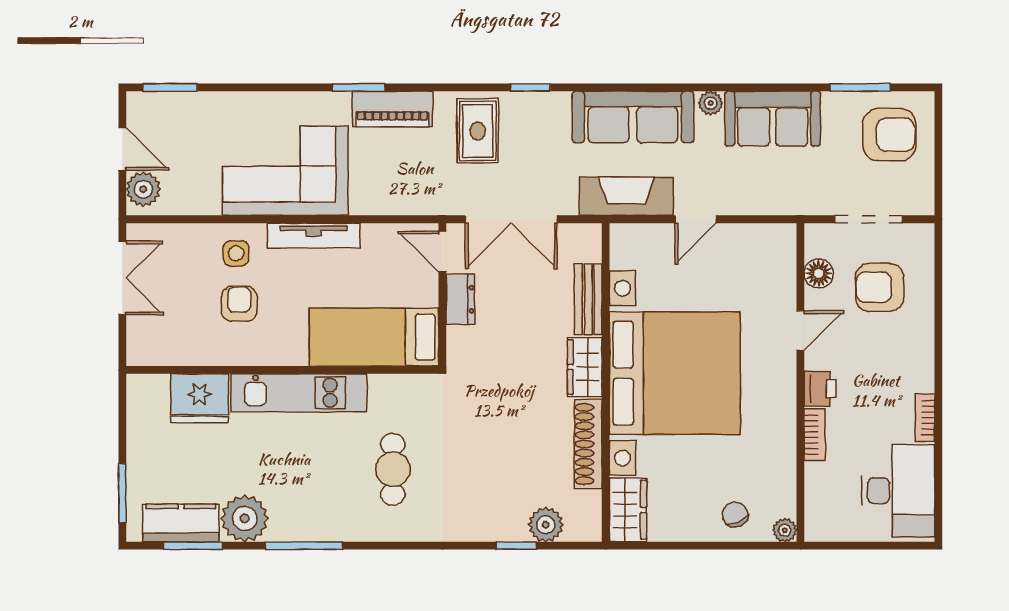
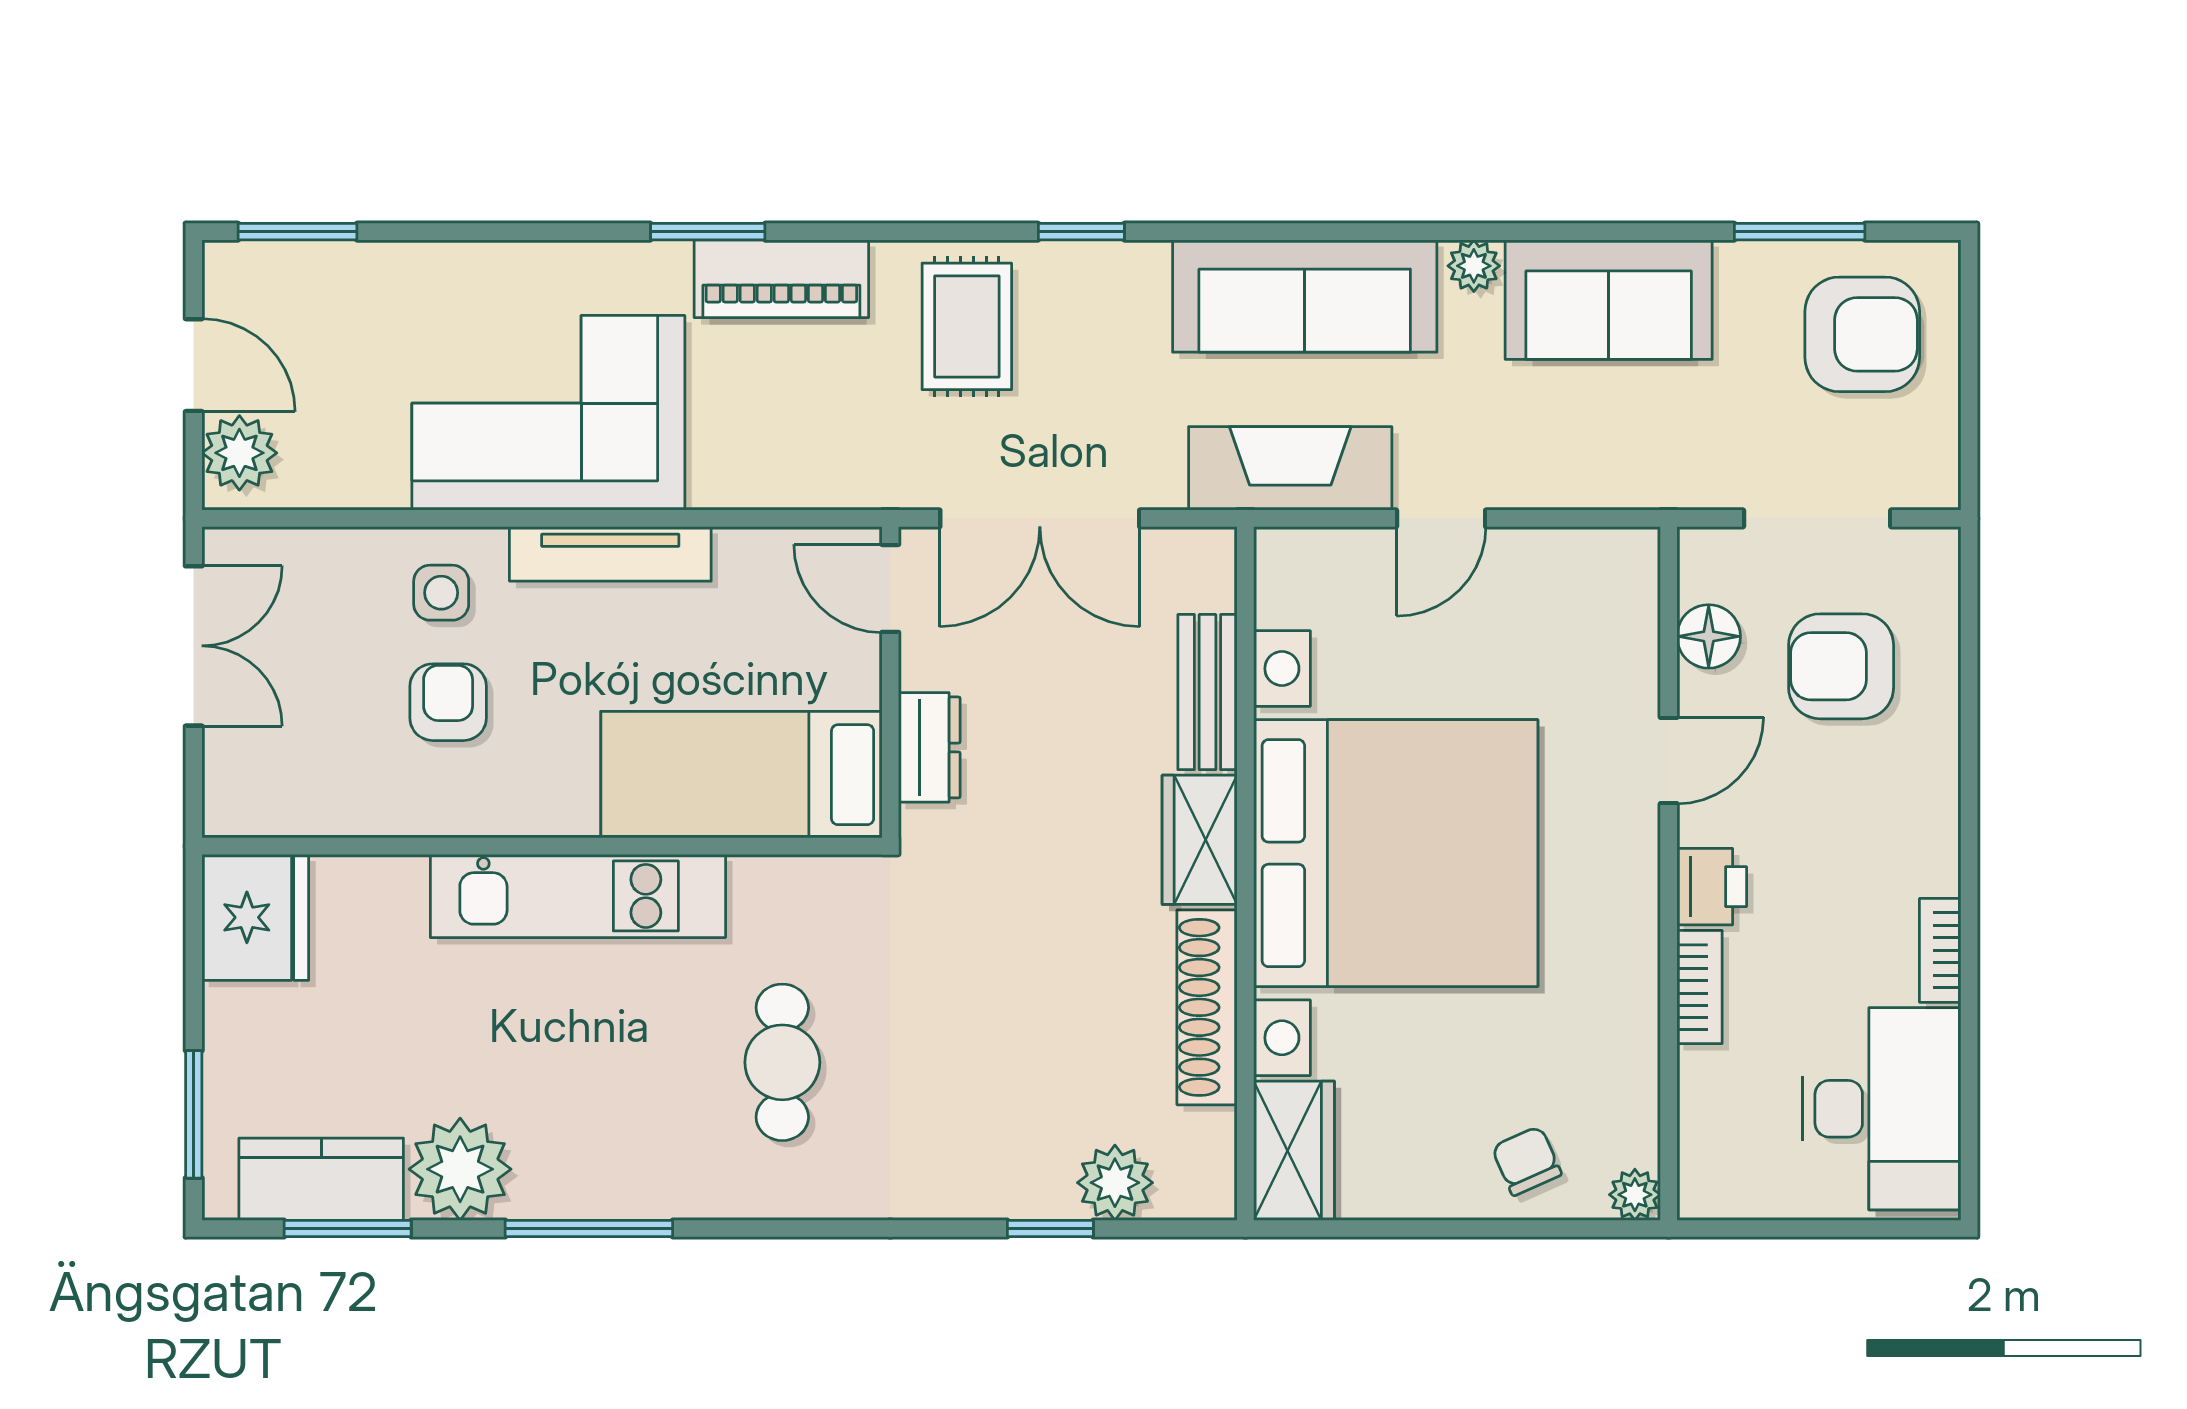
dresser: (460, 299) -> (929, 747), moved
fridge: (200, 398) -> (255, 917), moved, turned -90

